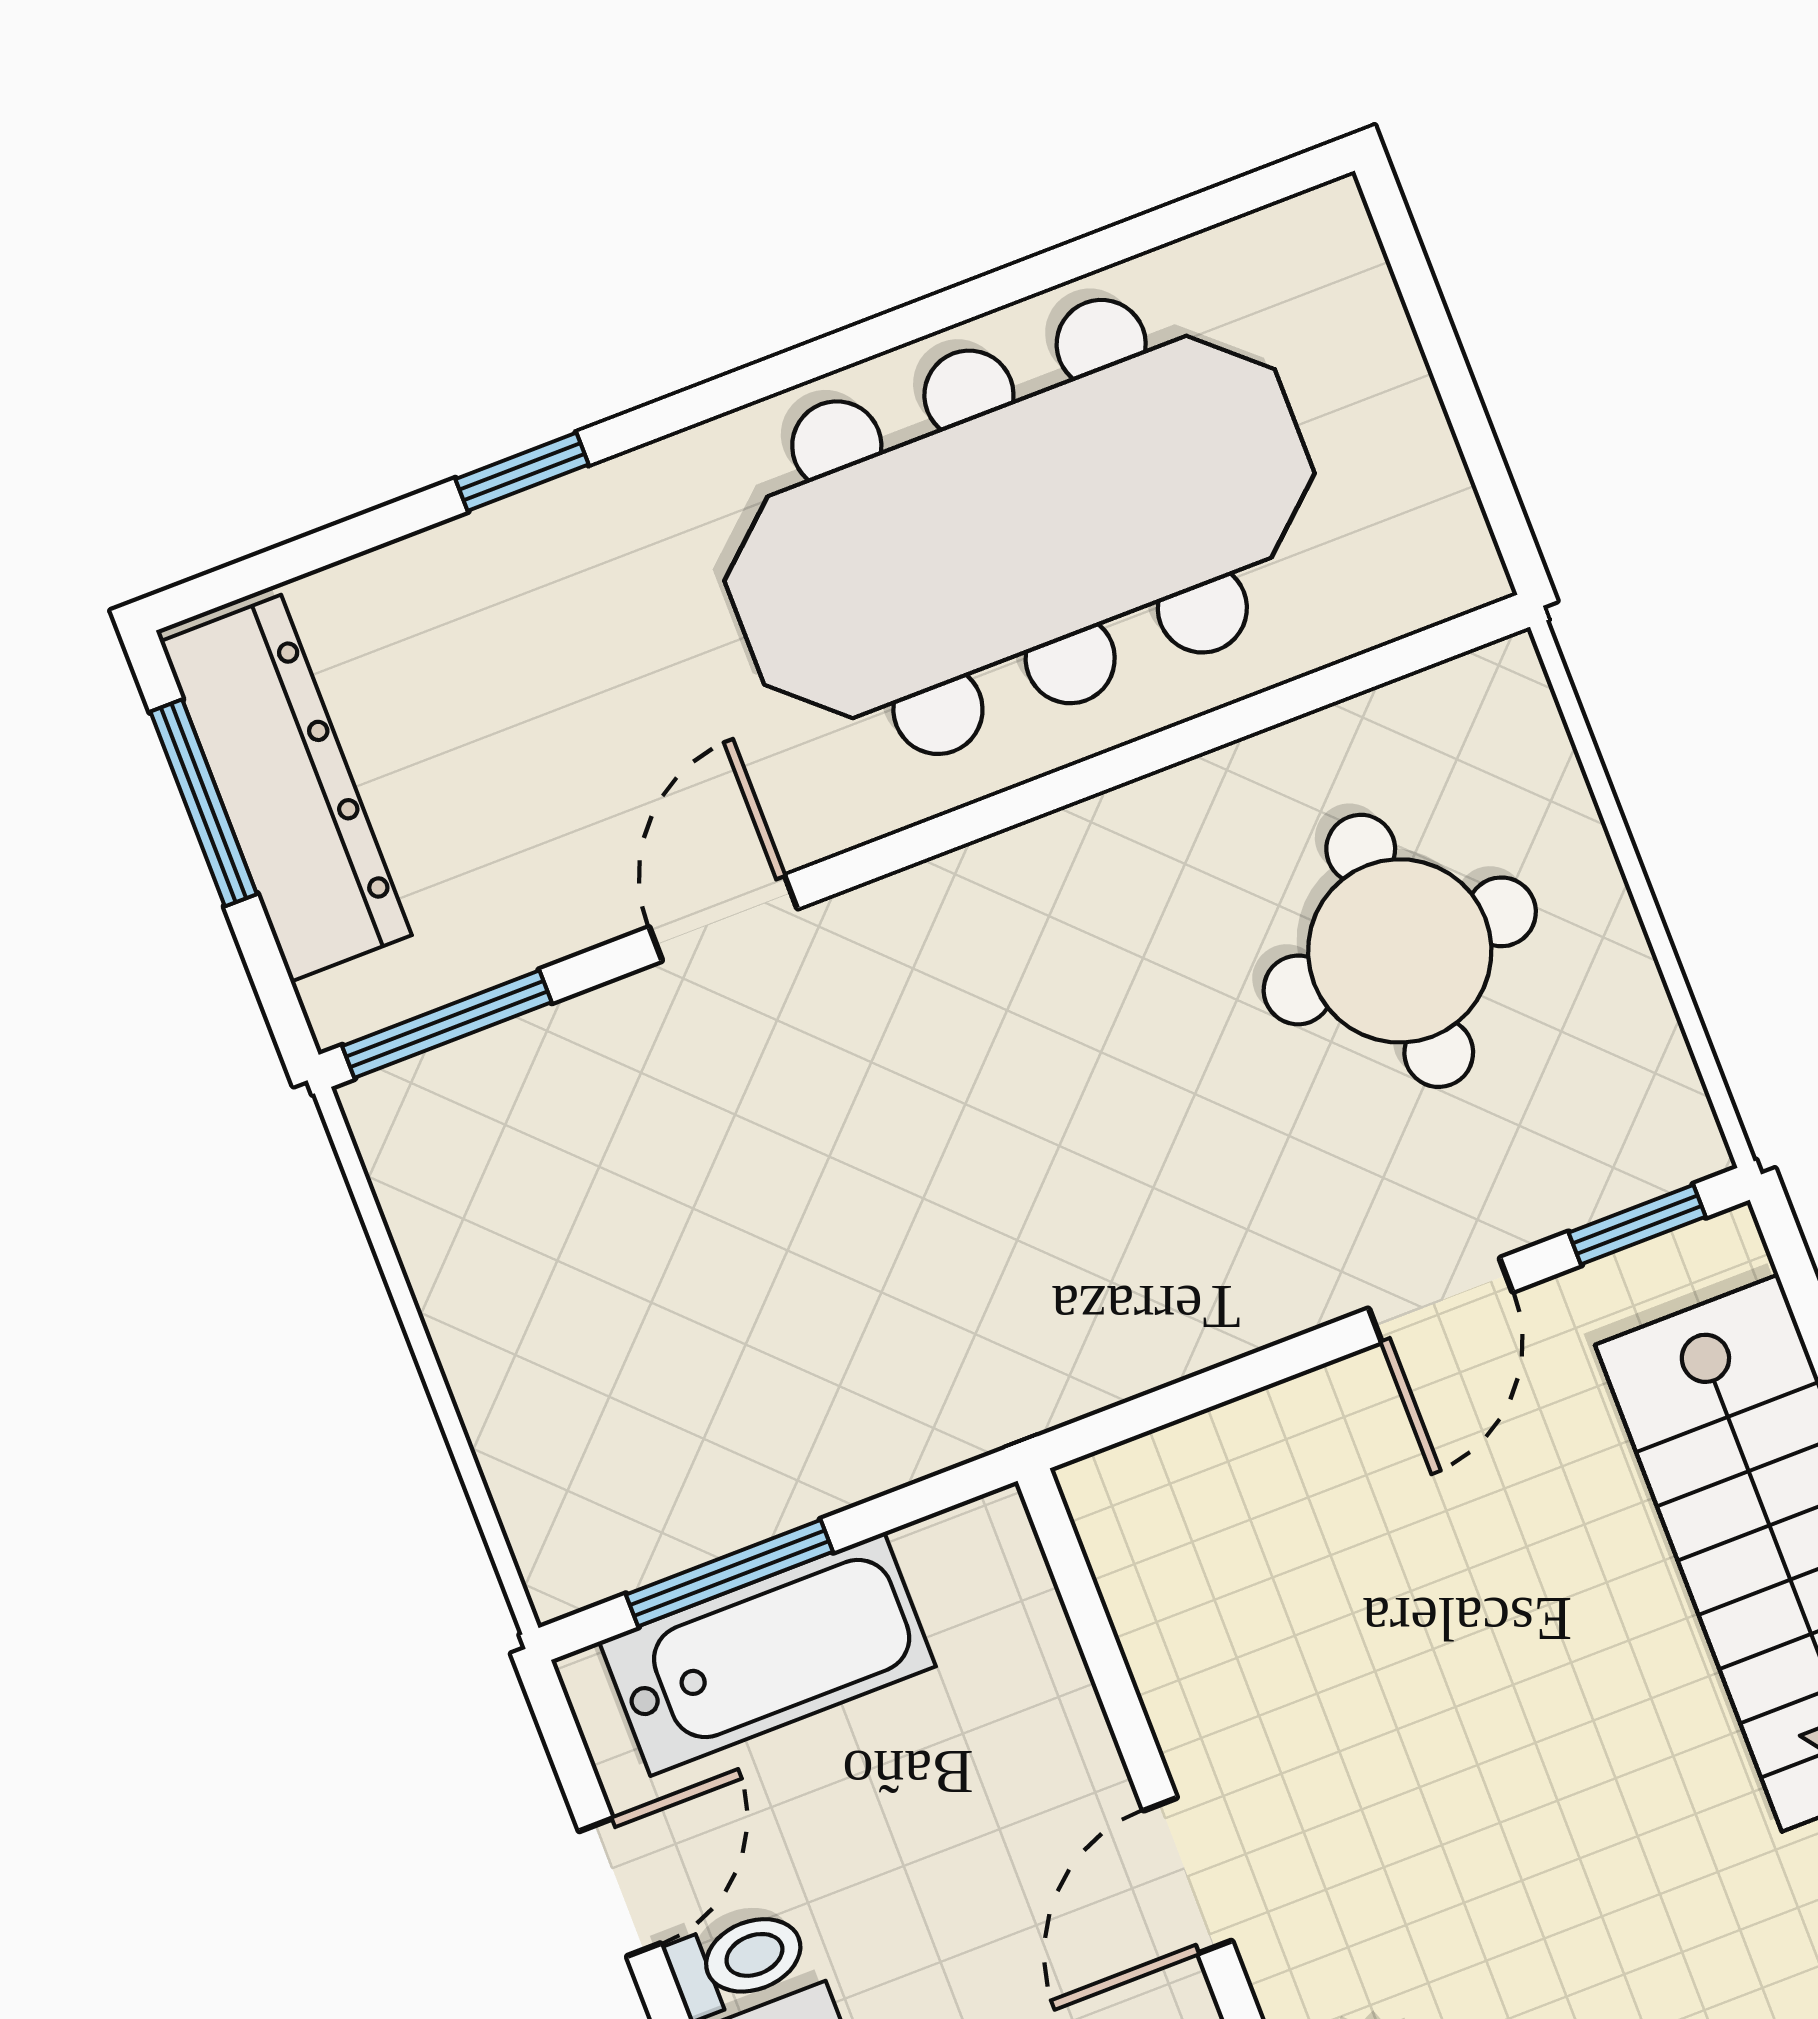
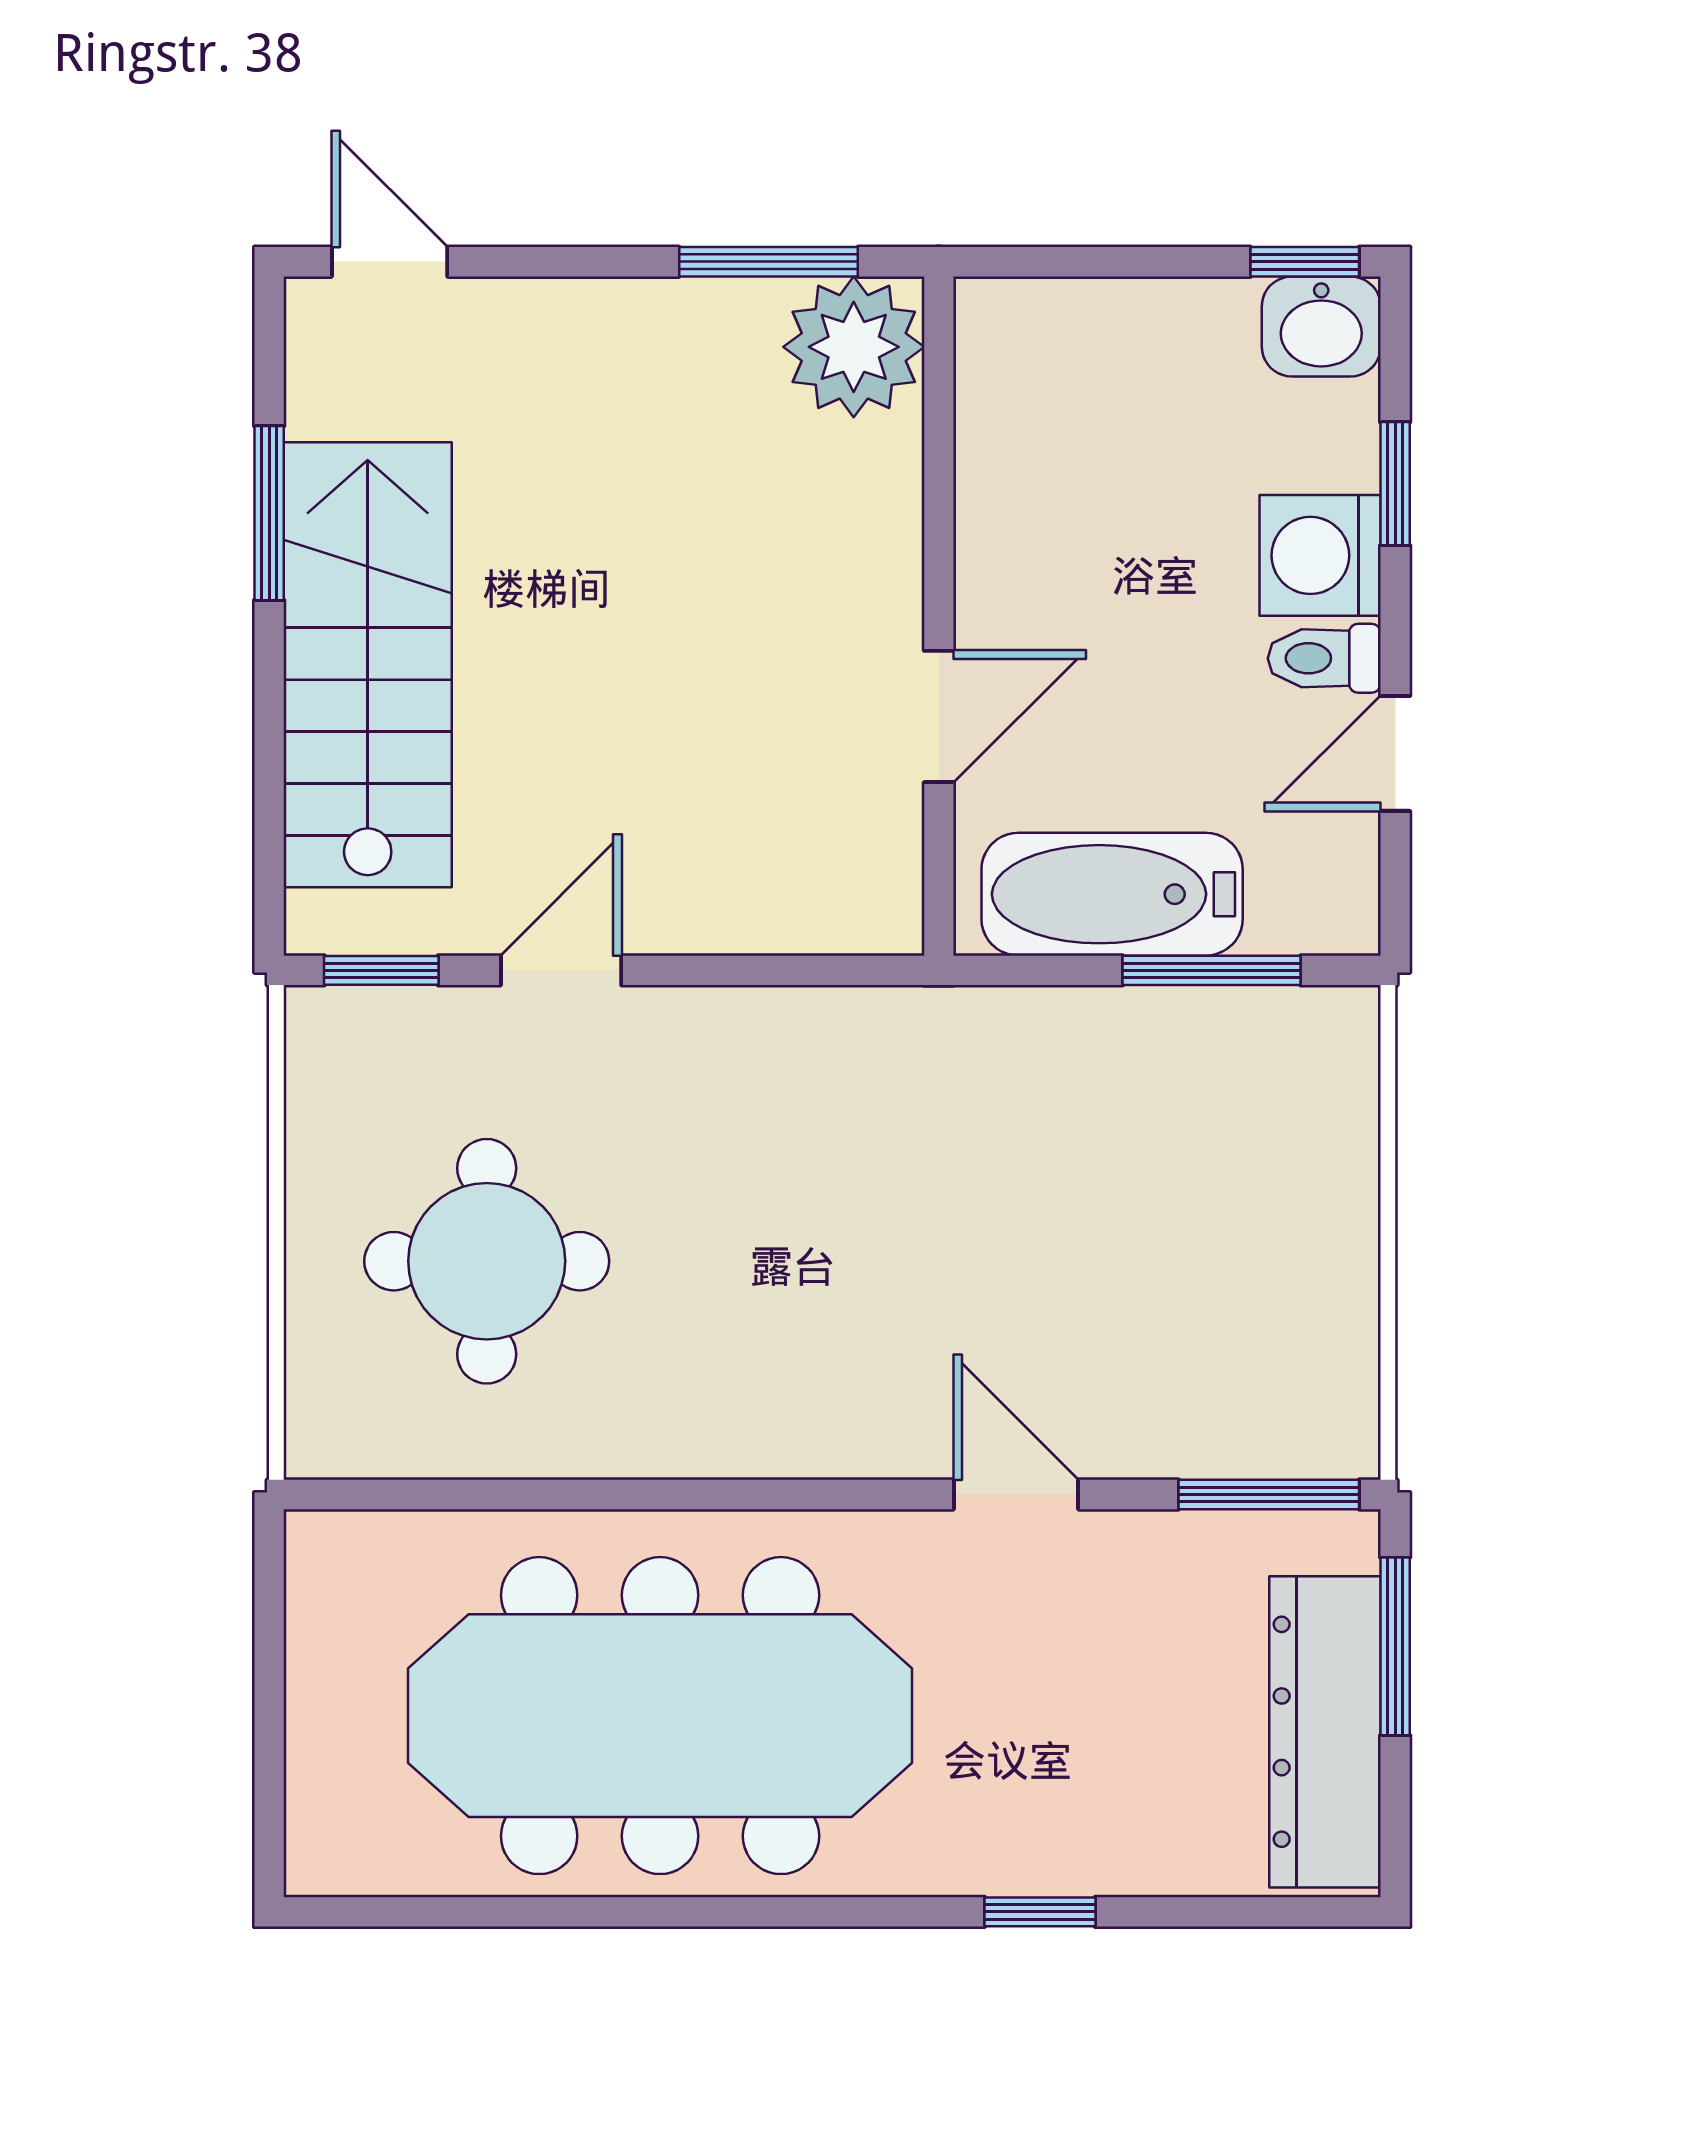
window: (204, 803) -> (1395, 1646), moved
door: (723, 918) -> (1016, 1494), swing flipped
bathtub: (767, 1654) -> (1112, 894), moved
door: (1188, 1876) -> (939, 716), moved

